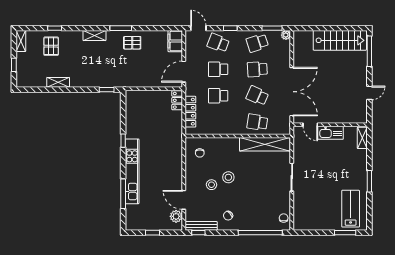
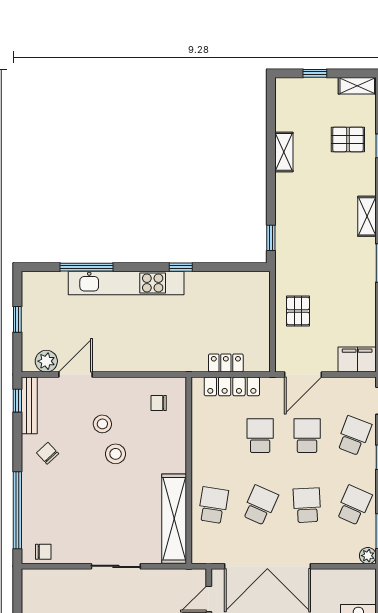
pallet: (132, 43) -> (298, 311), moved
school desk: (257, 43) -> (354, 505), turned 42
door: (184, 72) -> (303, 375), swing flipped
locker: (177, 100) -> (226, 363), moved

